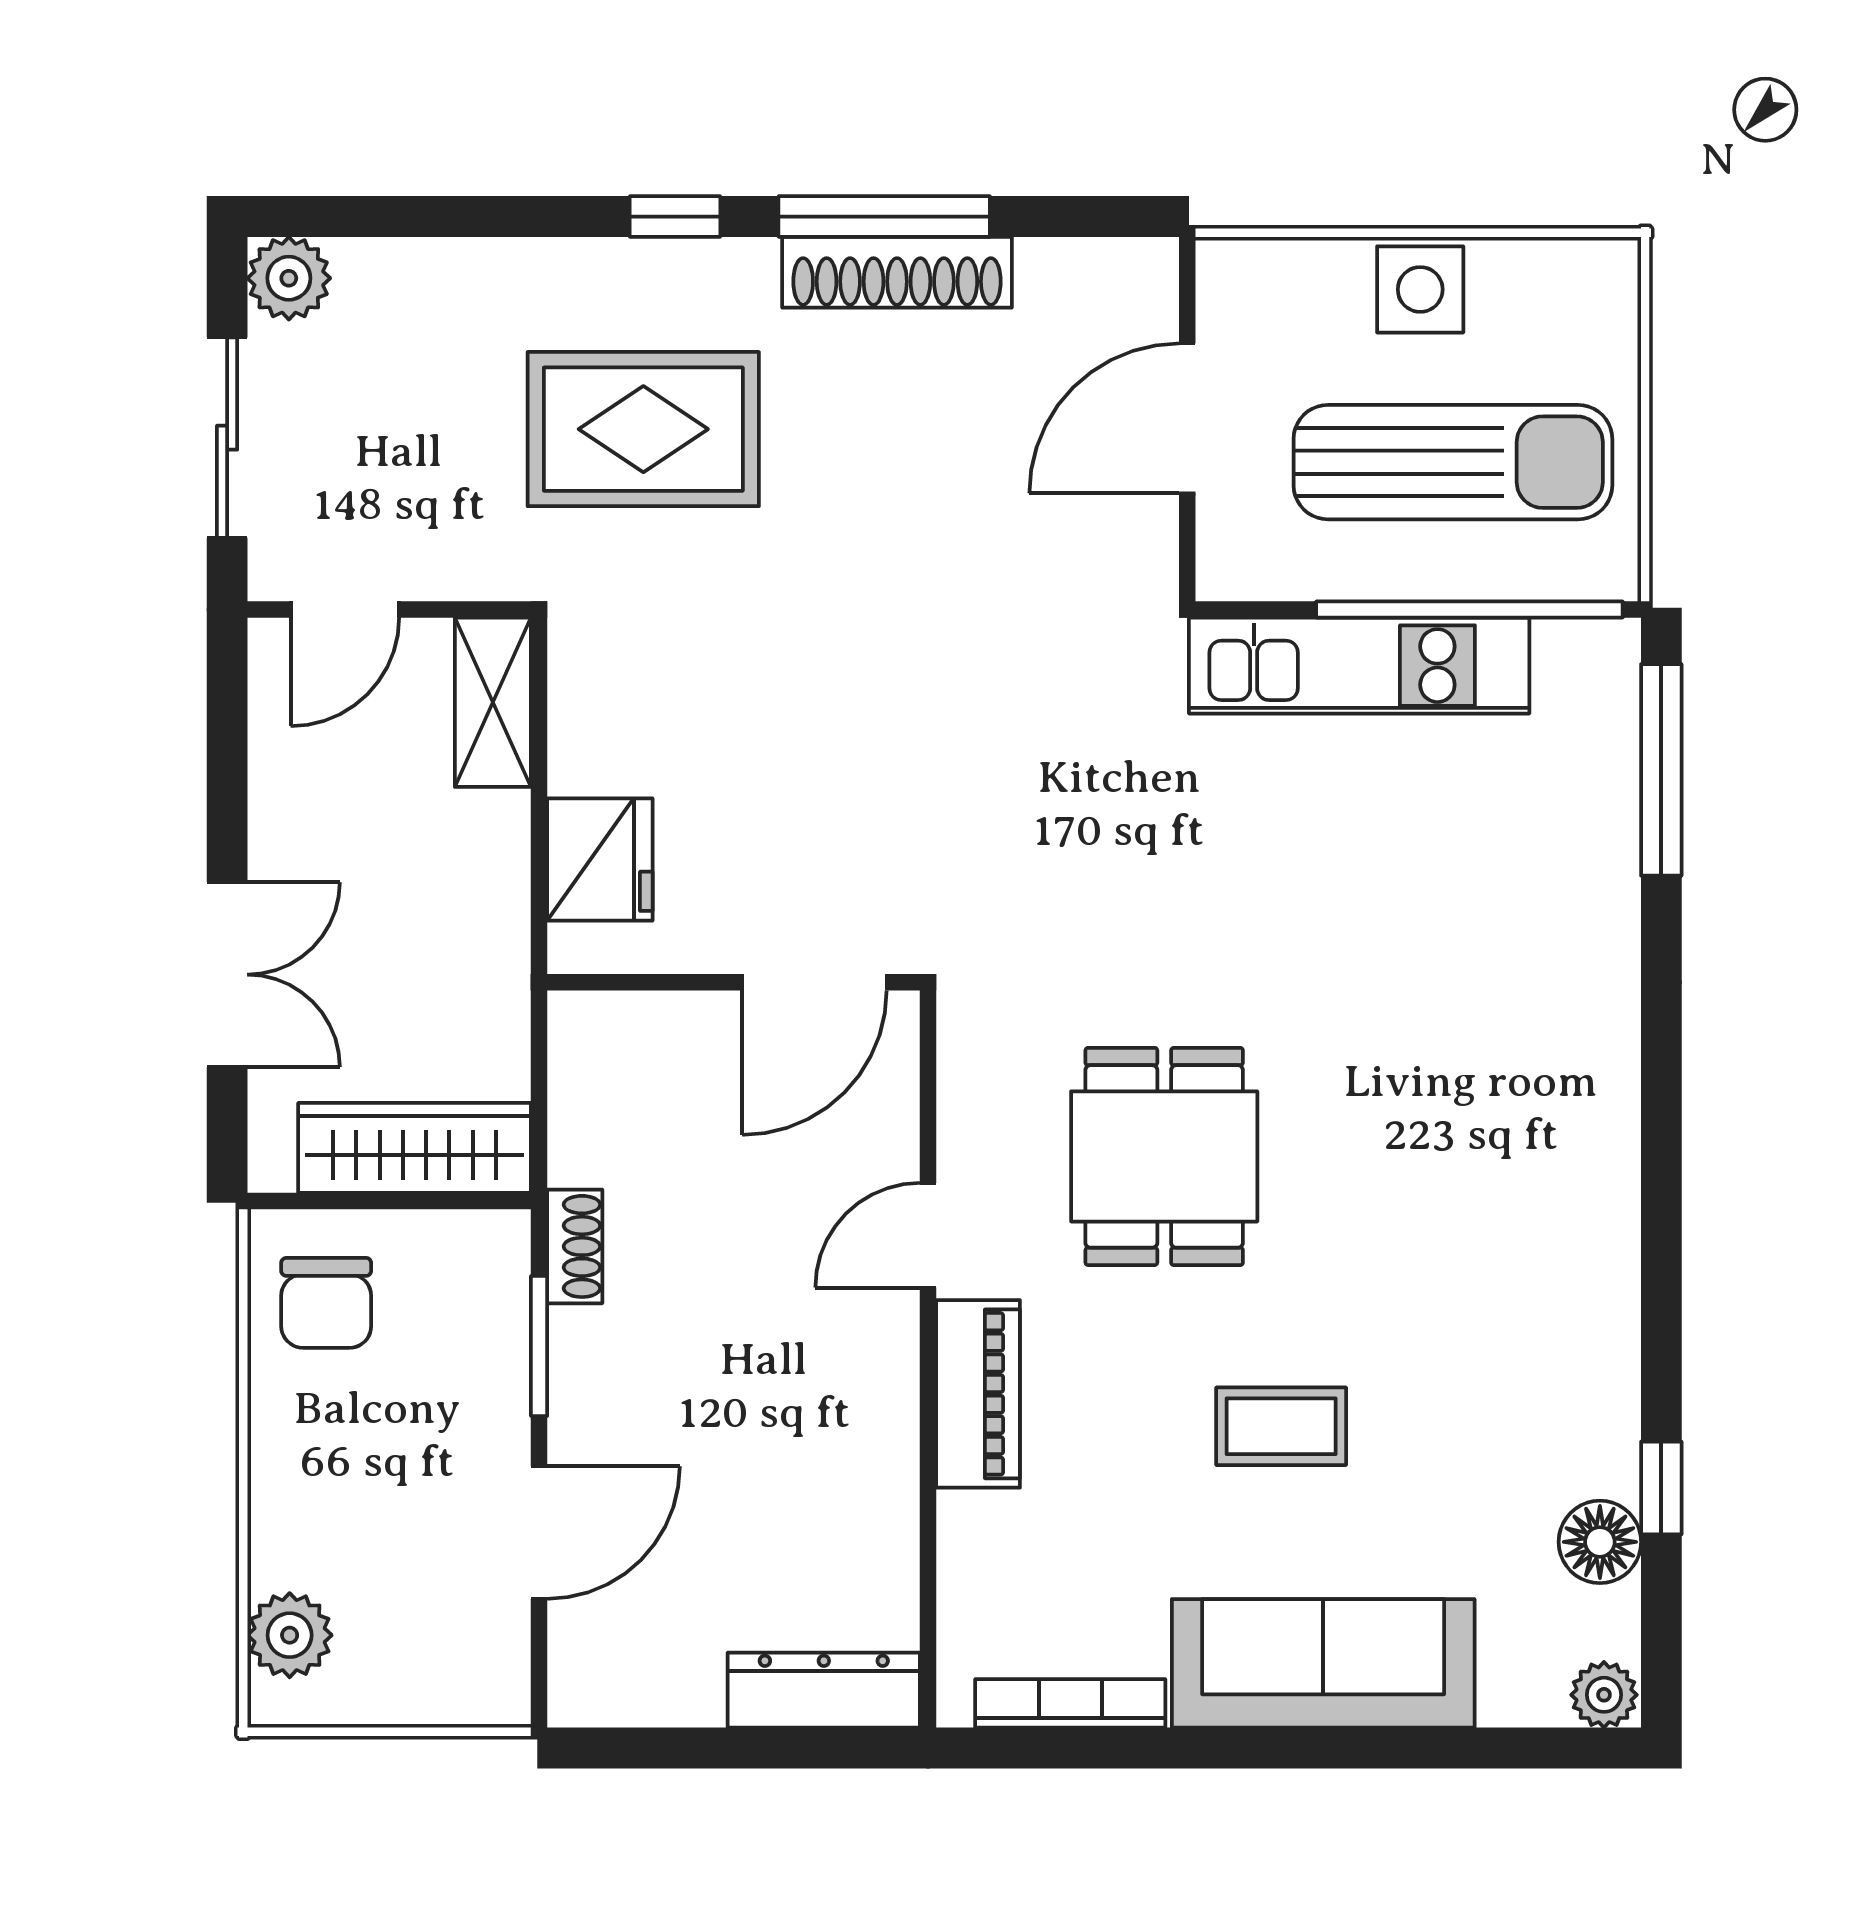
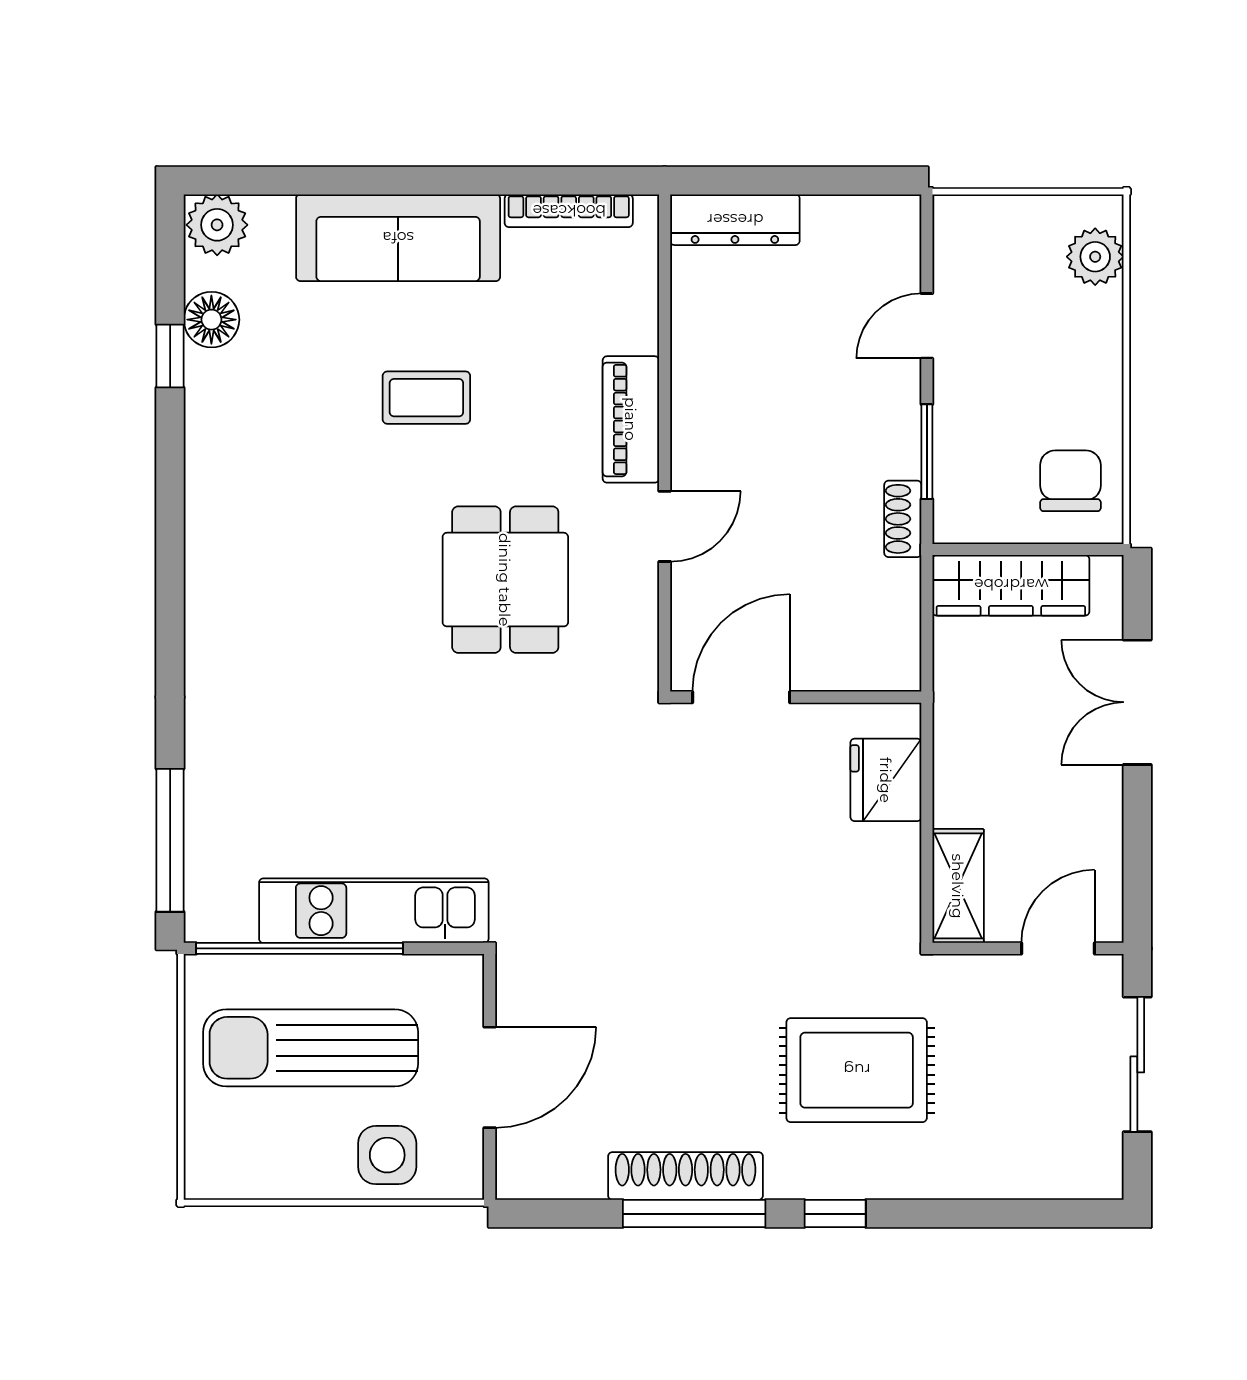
plant: (289, 278) -> (1096, 1172), removed
side table: (1420, 289) -> (387, 1155), moved
door: (539, 1533) -> (927, 326), width x0.73
plant: (1604, 1695) -> (217, 225), width x1.38, depth x1.38

